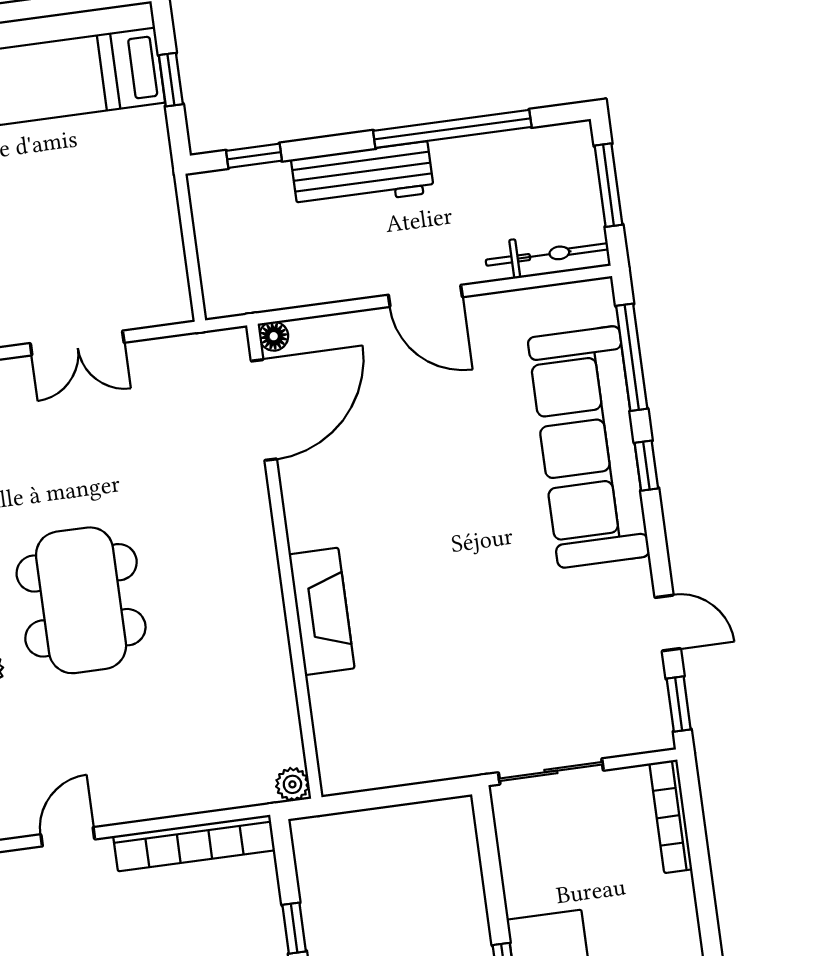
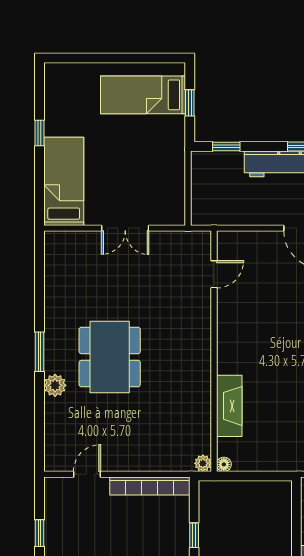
floor lamp: (274, 336) -> (224, 464), moved
door: (264, 410) -> (214, 274), width x0.53
fireplace: (322, 611) -> (229, 406), moved

